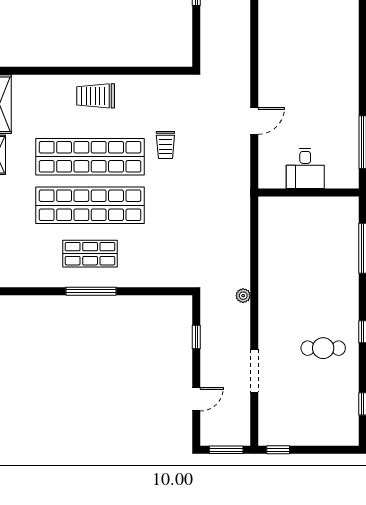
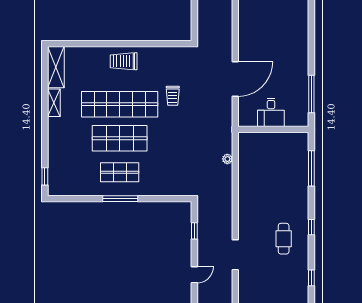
door: (254, 121) -> (235, 79), width x1.88
shop shelf: (90, 205) -> (120, 138), width x0.71
plant: (243, 296) -> (227, 159), moved
cafe table: (323, 348) -> (284, 239), turned 90

